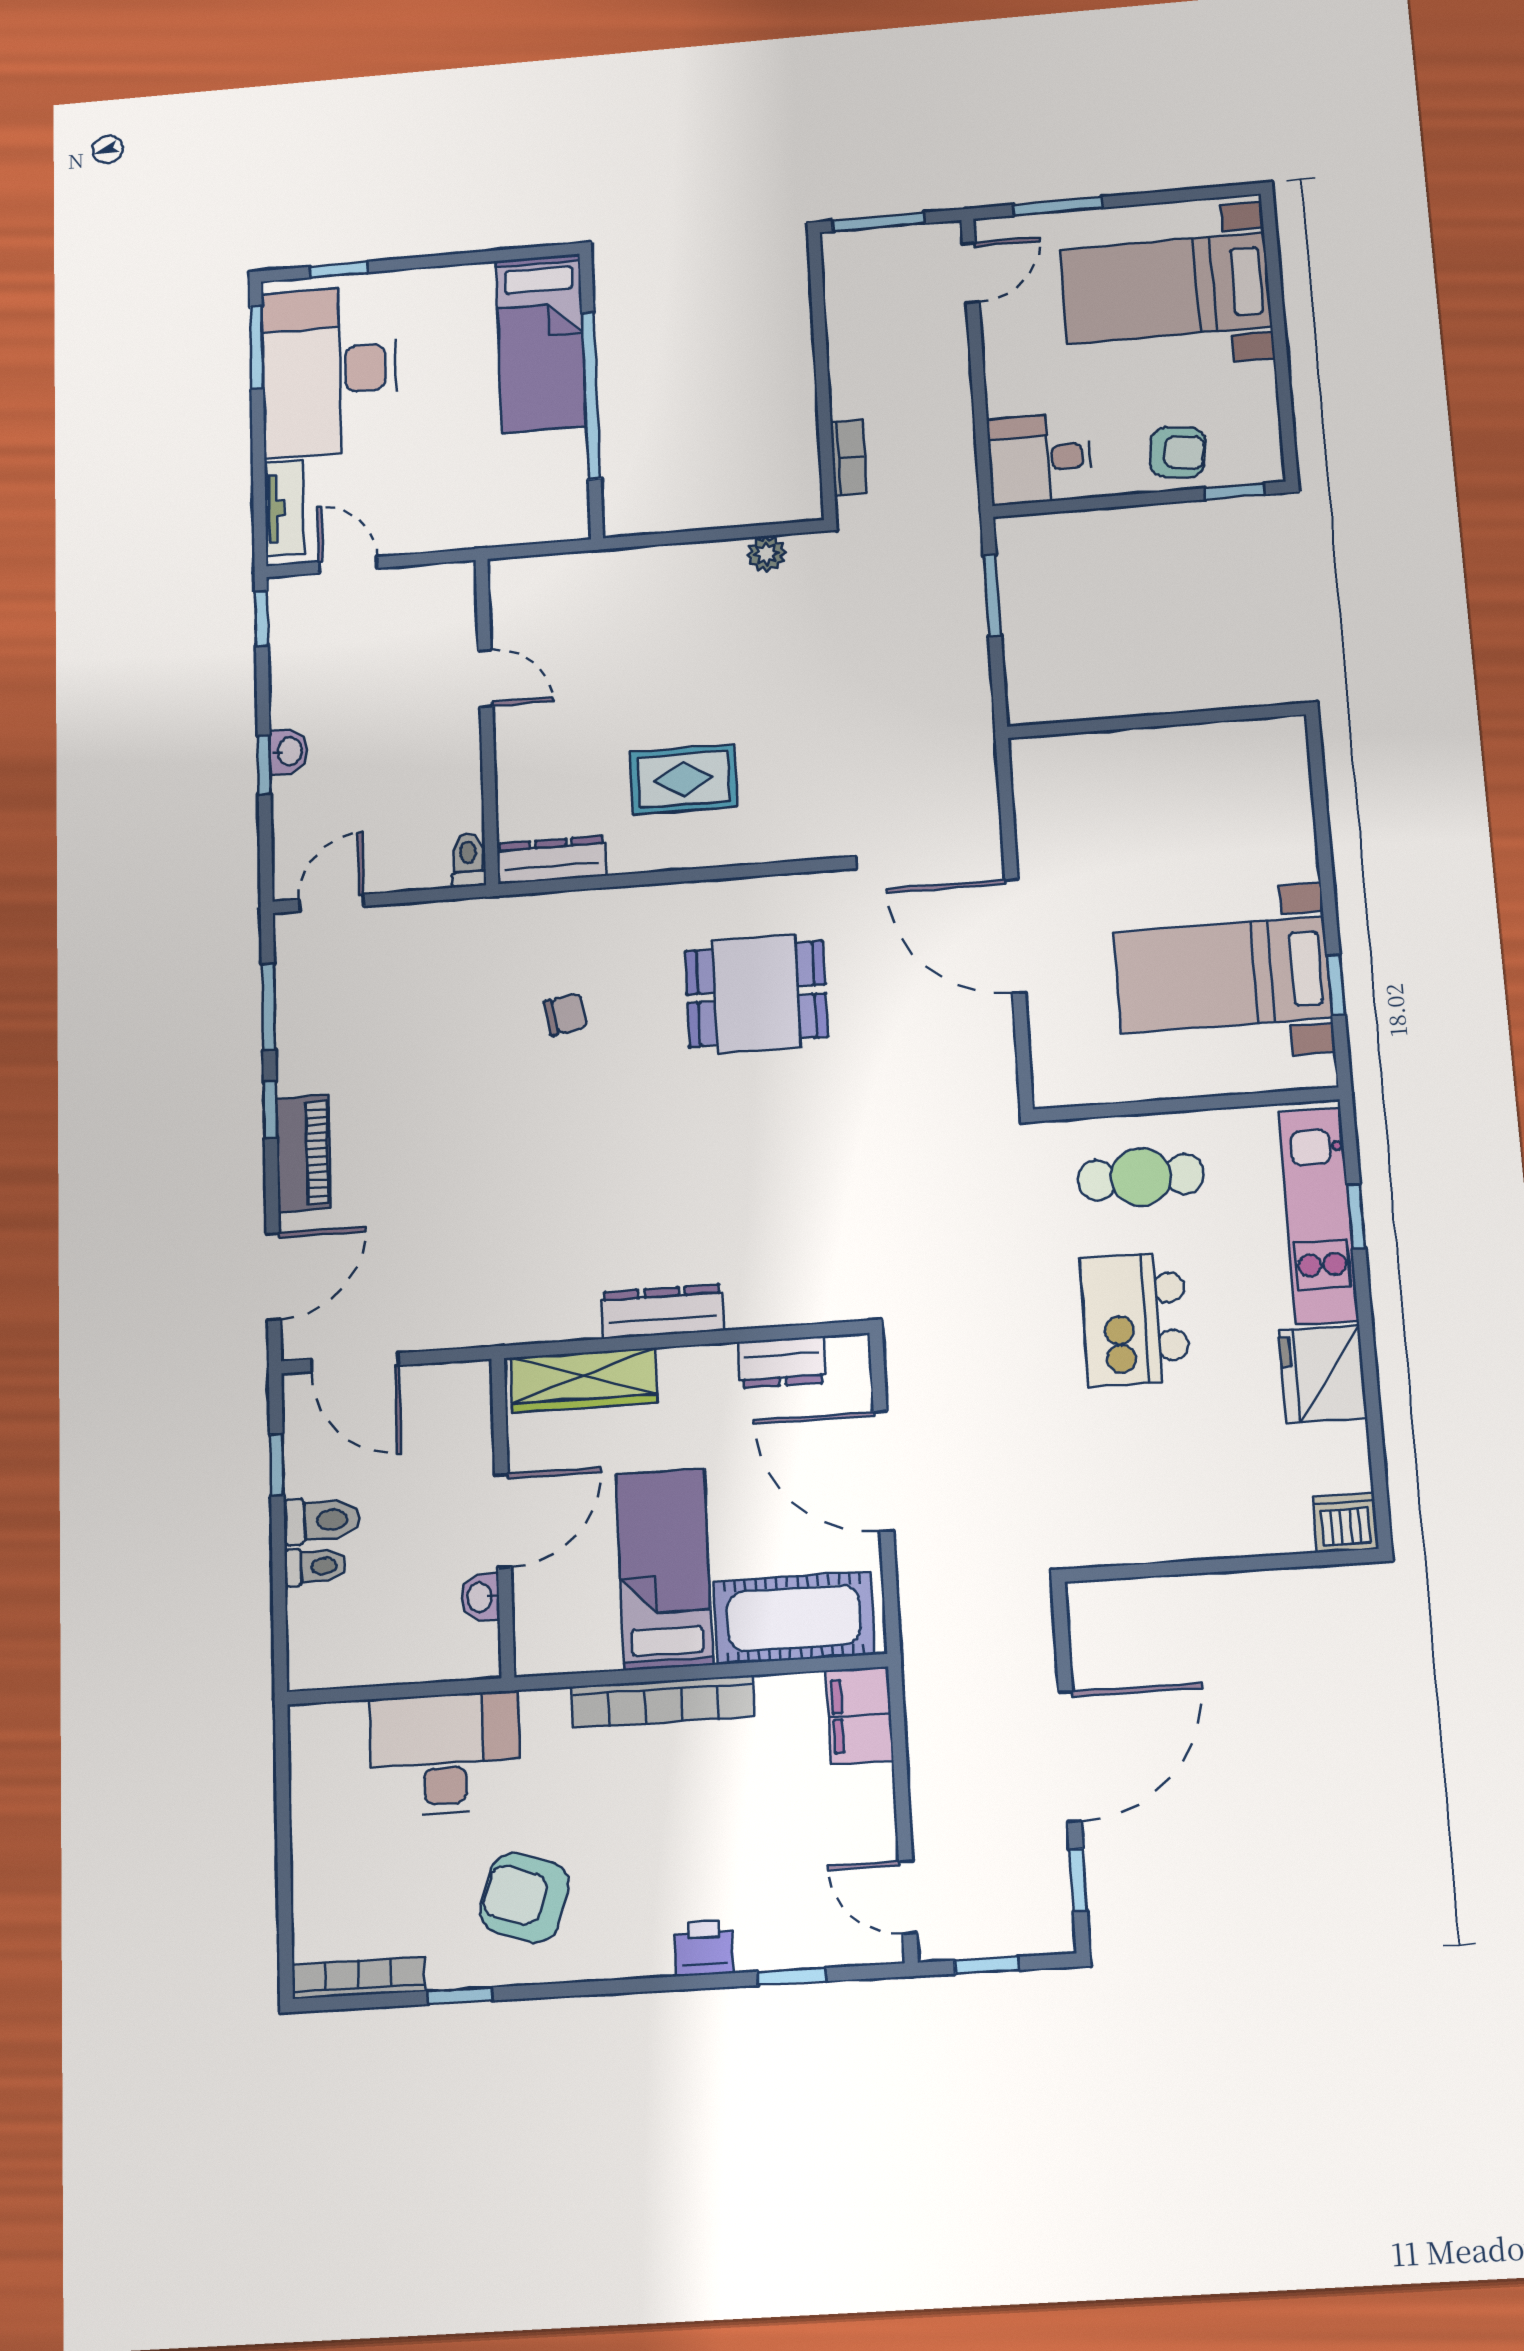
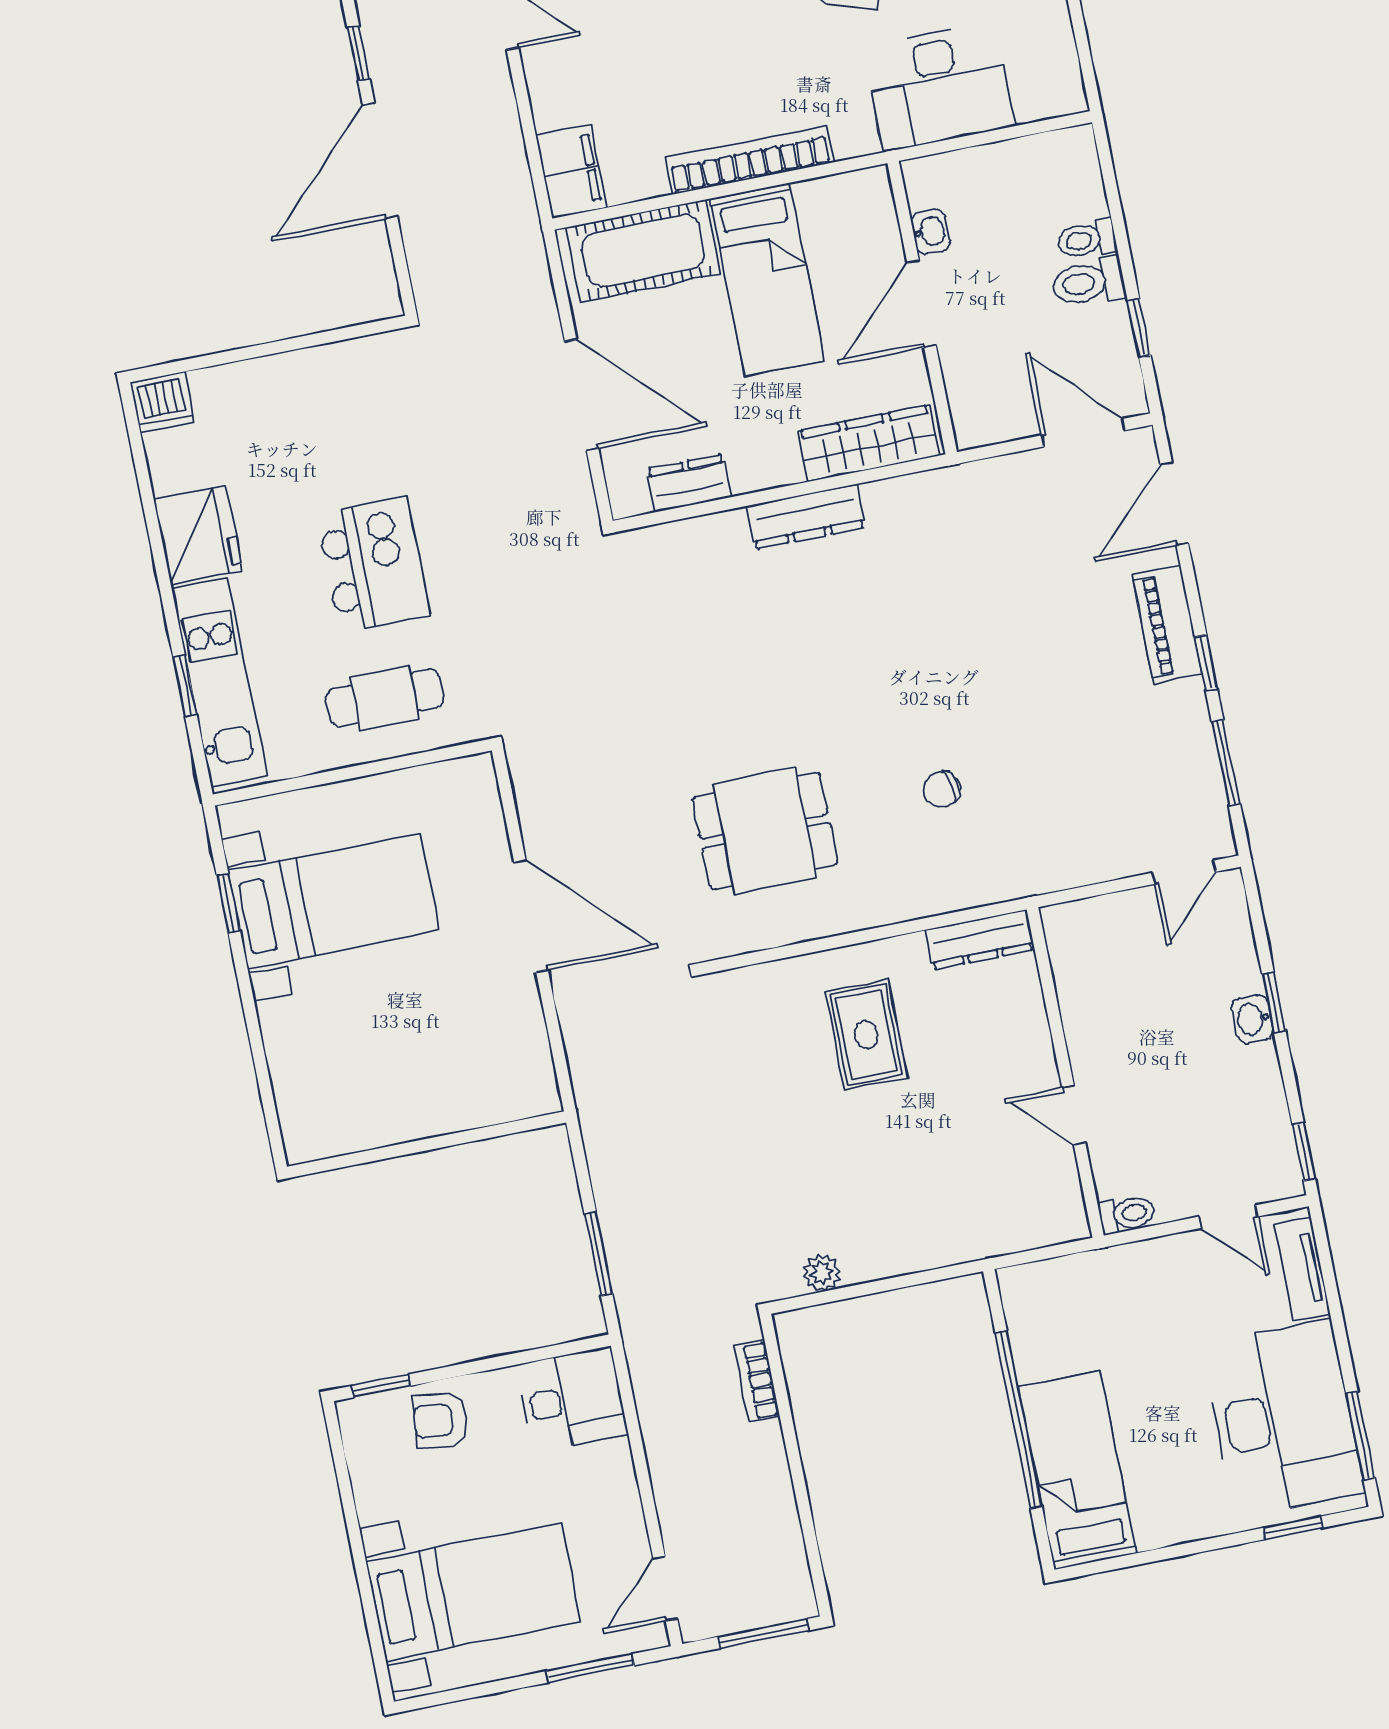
rug: (684, 779) -> (866, 1035), turned 90
toilet: (468, 860) -> (1127, 1214), moved, turned -90

